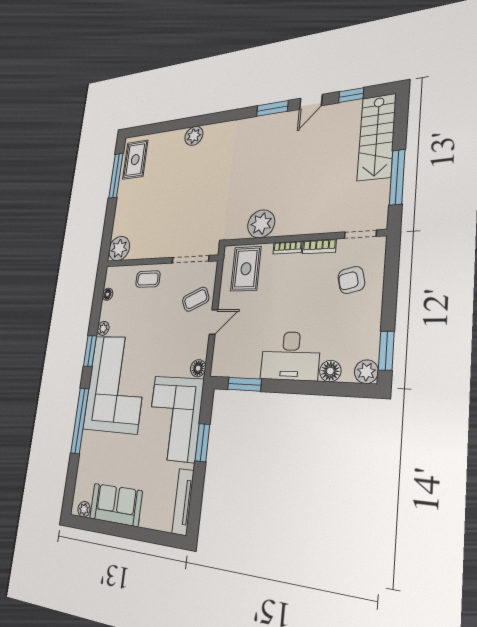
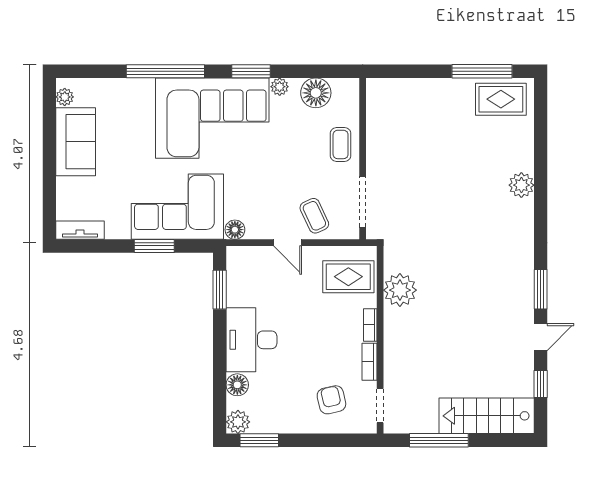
door: (311, 102) -> (541, 337), swing flipped
plant: (119, 248) -> (382, 94), removed
floor lamp: (108, 294) -> (316, 93), width x1.89, depth x1.89
tv unit: (183, 502) -> (80, 230), width x0.71

